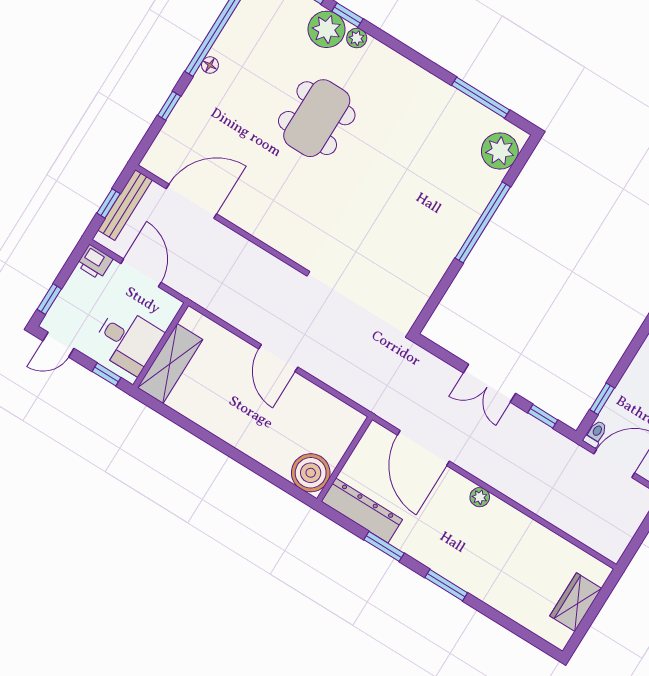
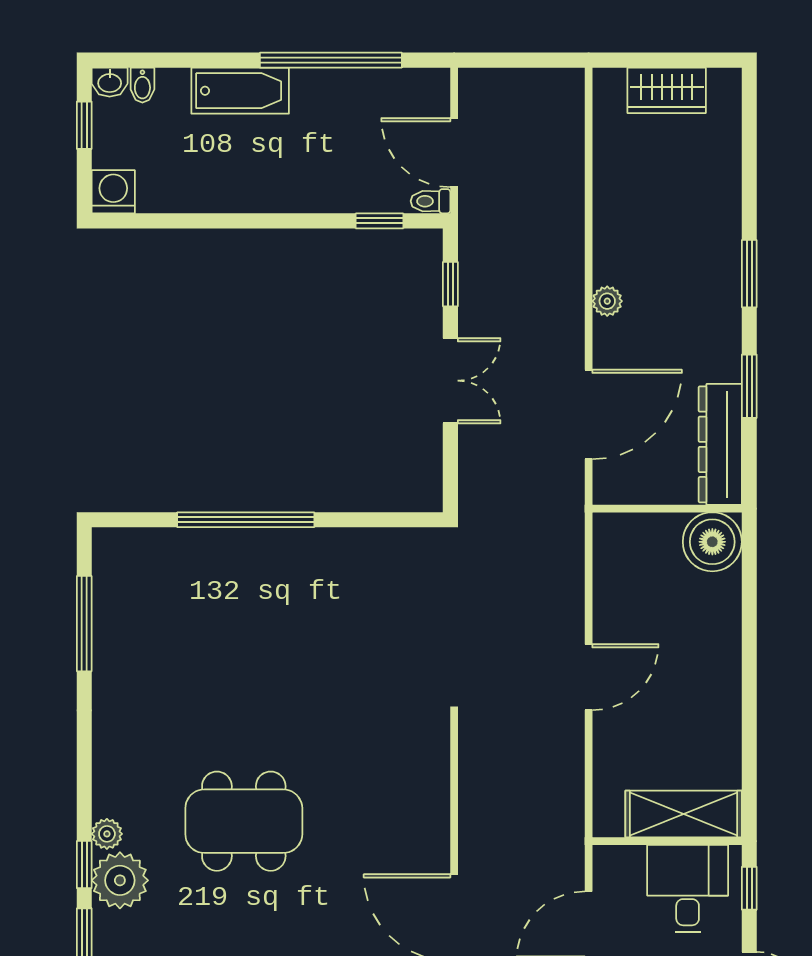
plant: (500, 151) -> (139, 555), removed

